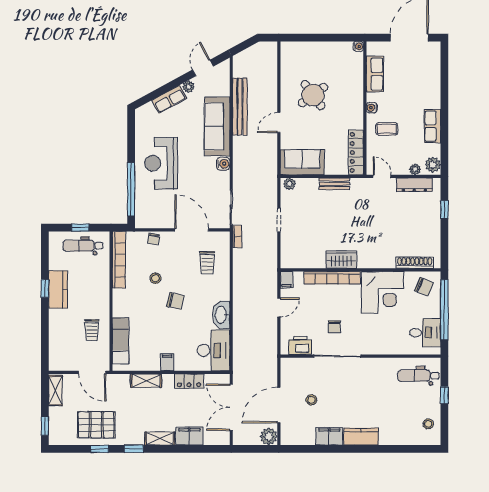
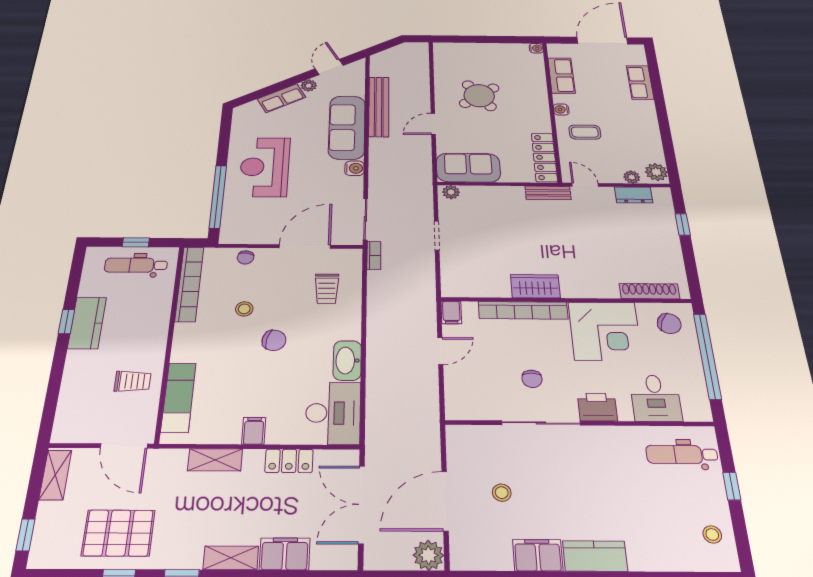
row of seats: (433, 126) -> (640, 82), moved
bench: (334, 184) -> (548, 193), moved
dresser: (414, 185) -> (634, 195), width x0.70
door: (192, 230) -> (305, 246), hinge flipped
trolley: (92, 330) -> (133, 381), turned -90
desk: (425, 333) -> (656, 398), moved, turned 90
printer: (300, 345) -> (597, 407), moved

